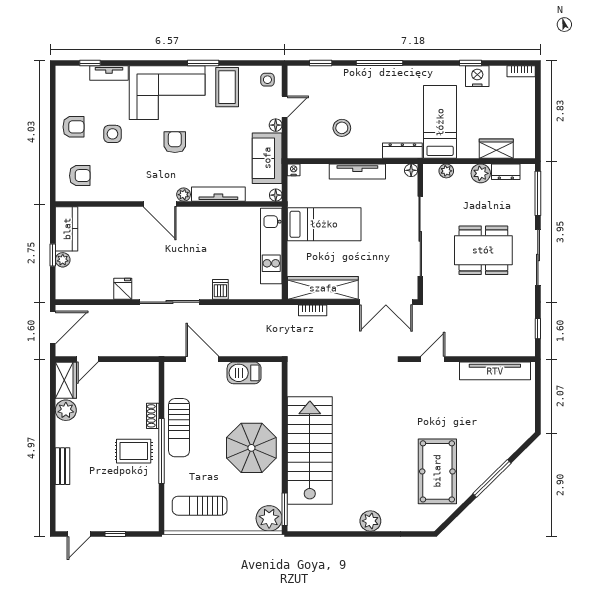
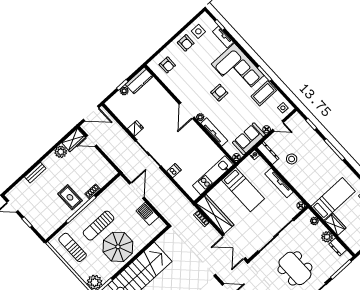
side table: (112, 134) -> (198, 31), moved
wardrobe: (496, 149) -> (335, 224), moved
dresser: (402, 151) -> (268, 153), moved
sun lounger: (179, 428) -> (99, 226), moved

